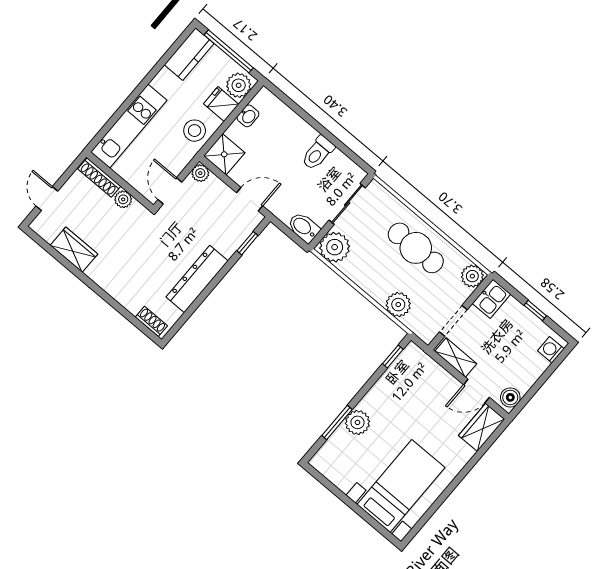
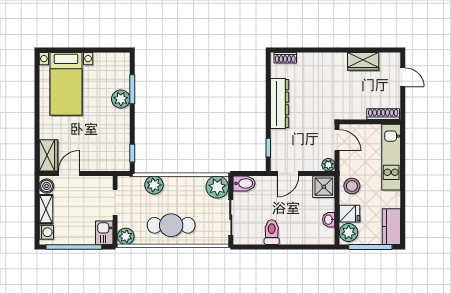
plant: (123, 199) -> (359, 113), removed
window: (535, 310) -> (74, 247), width x3.17
shelving: (456, 358) -> (46, 209), moved, turned 90

